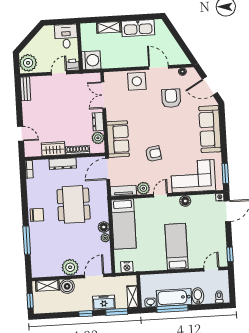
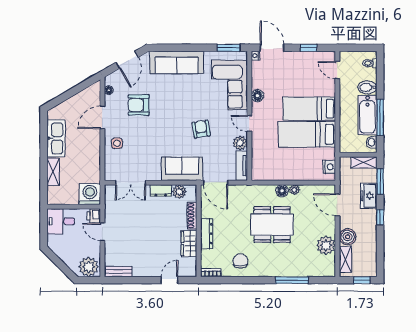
side table: (137, 81) -> (117, 143), width x0.54, depth x0.54
dining table: (74, 204) -> (272, 225), moved
chair: (37, 215) -> (240, 261), moved
bed: (124, 224) -> (307, 134), moved, turned 180
window: (230, 254) -> (309, 48), moved
plant: (70, 267) -> (326, 245), moved

